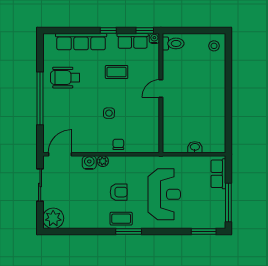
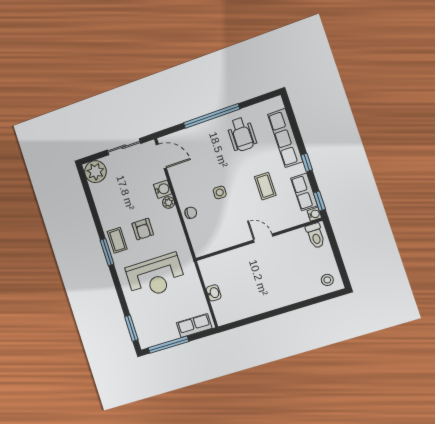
wheelchair: (65, 78) -> (242, 134), turned 180

